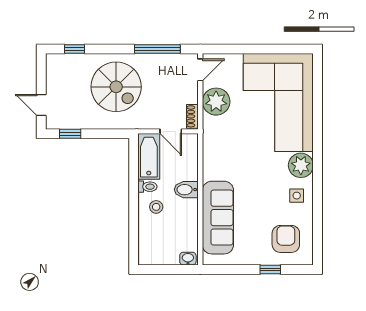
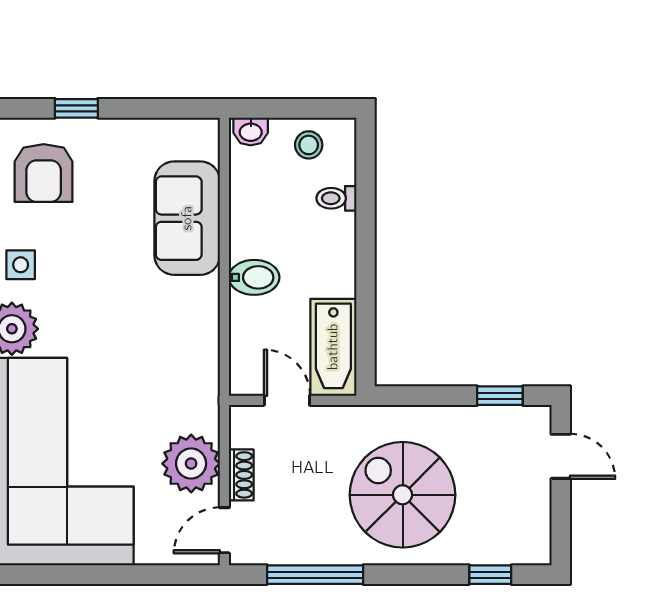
shoe rack: (192, 116) -> (241, 475), moved
toilet: (147, 187) -> (336, 198), moved
stool: (156, 207) -> (309, 145), moved
sofa: (218, 218) -> (187, 218), width x0.73

